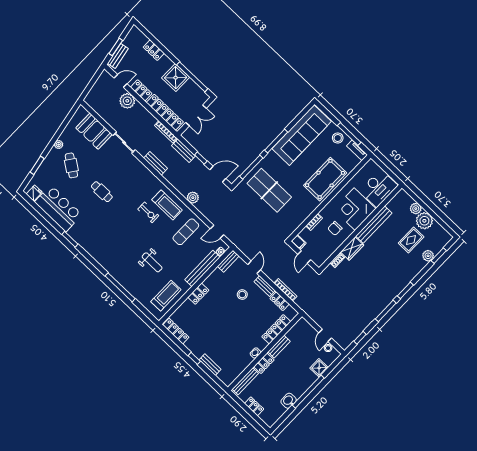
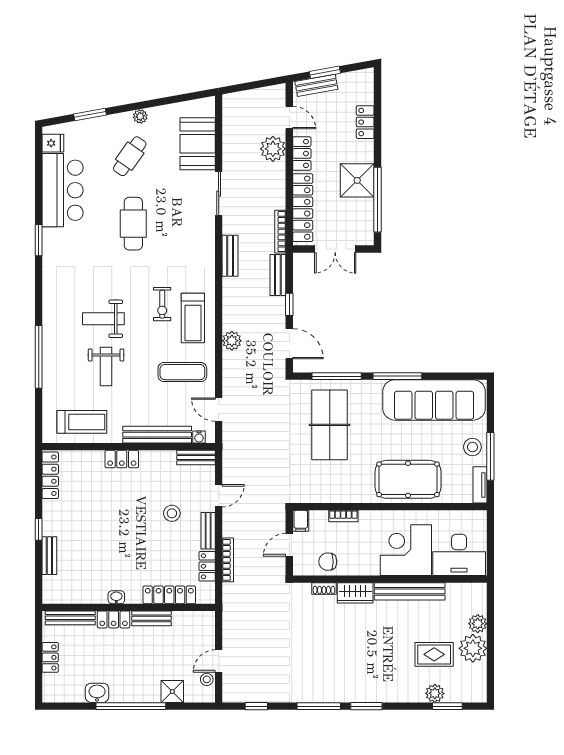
cafe table: (102, 192) -> (133, 224), width x1.37, depth x1.35
chair: (335, 228) -> (328, 562), moved
weight bench: (130, 244) -> (103, 319), added

